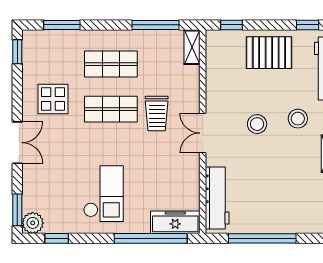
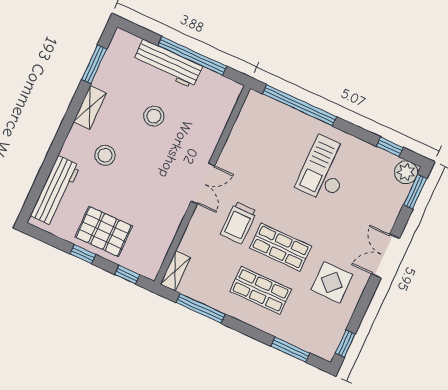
window: (308, 25) -> (83, 254), moved
trolley: (157, 113) -> (238, 223), turned 180
stool: (257, 124) -> (154, 116), moved
workbench: (217, 198) -> (168, 64), moved, turned -90
freezer: (175, 222) -> (269, 110), removed

